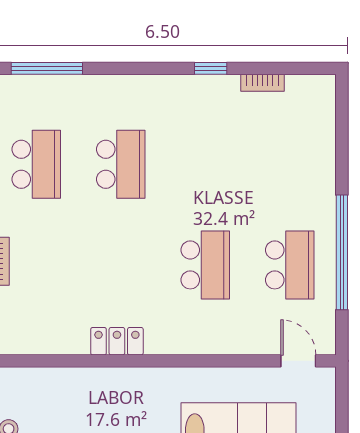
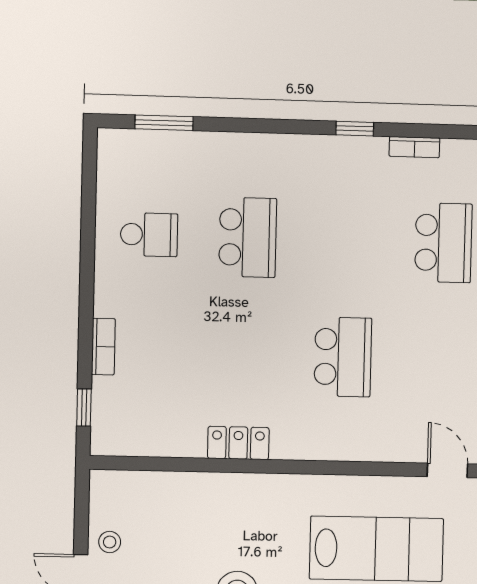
window: (47, 68) -> (164, 123), width x0.69
school desk: (36, 164) -> (149, 235), width x0.54
school desk: (290, 265) -> (443, 243), moved

